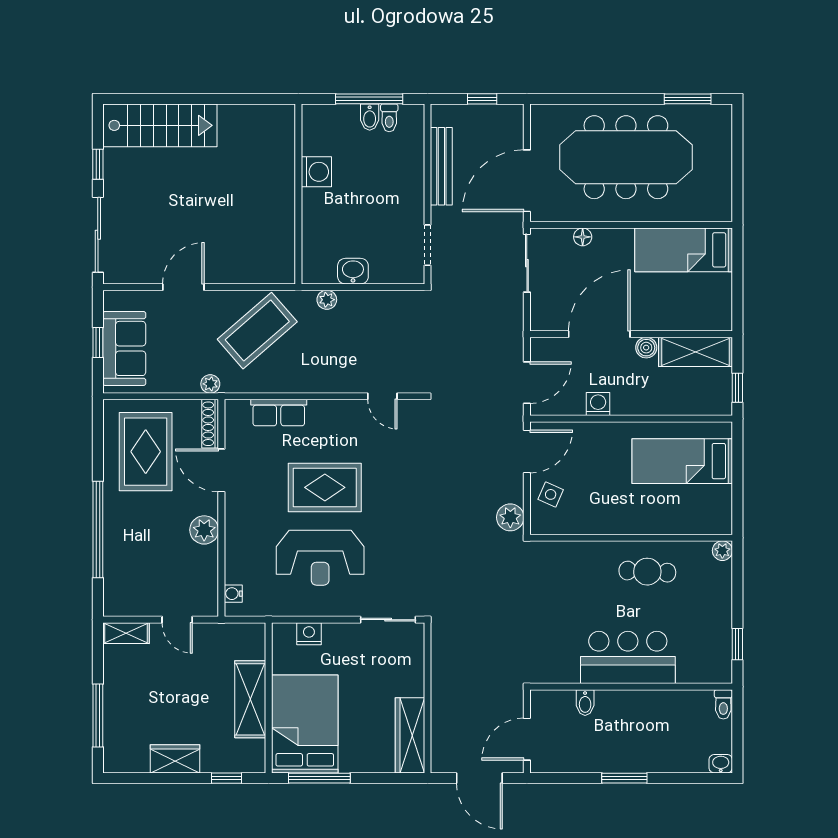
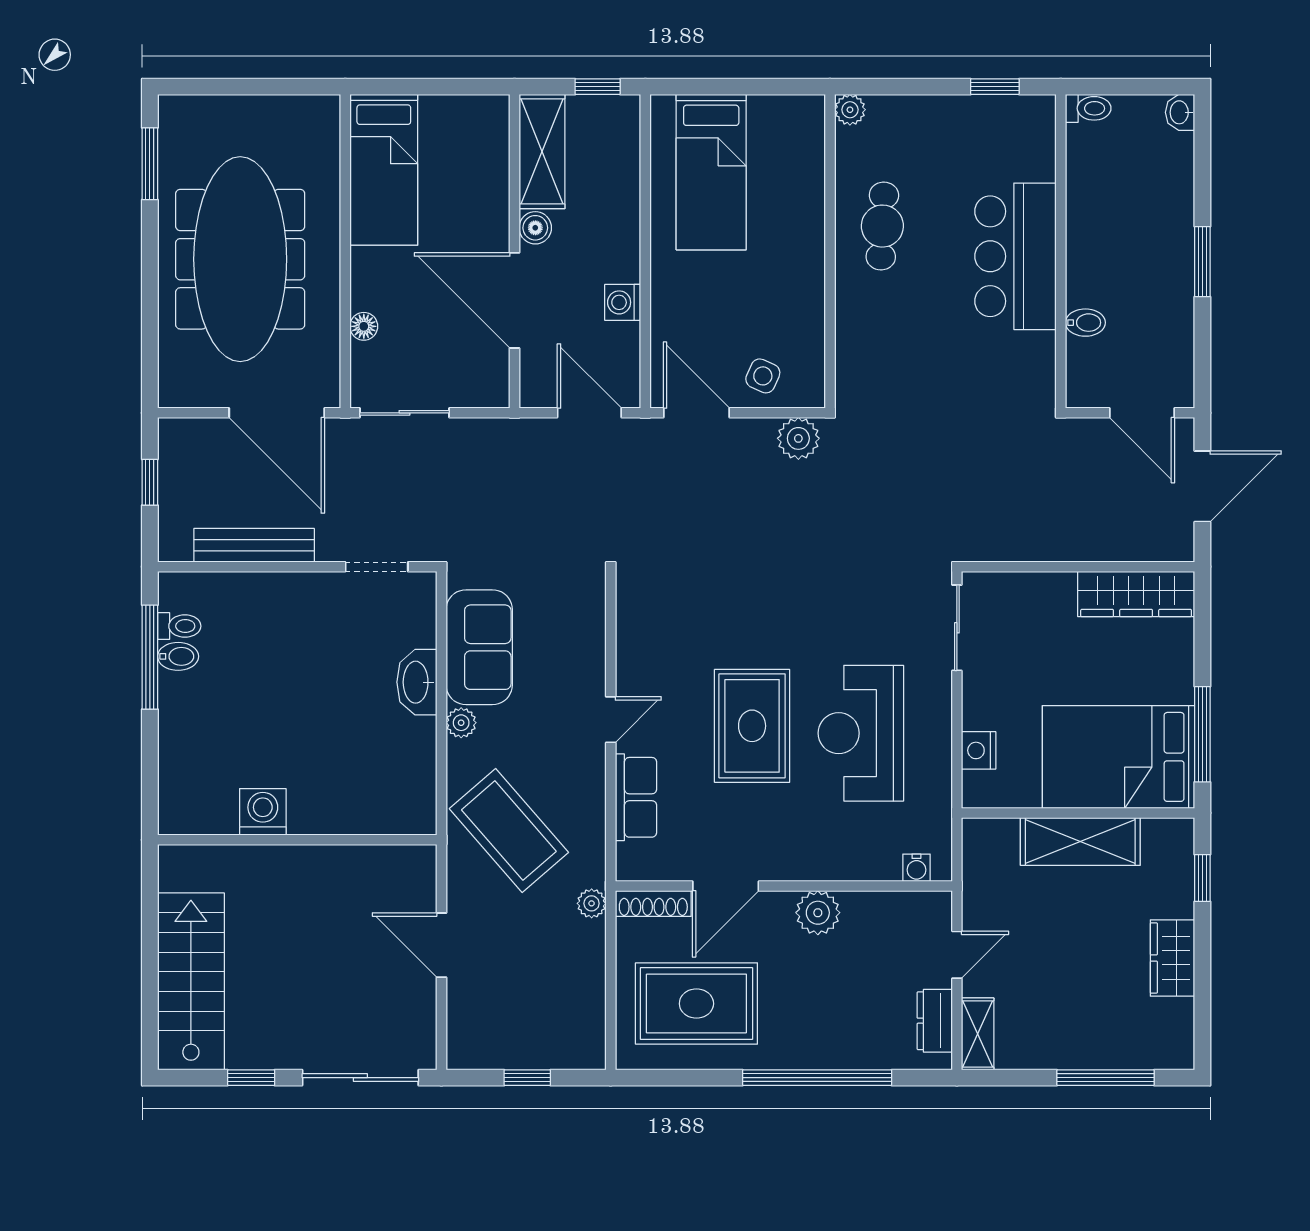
washing machine: (316, 172) -> (263, 812), moved
wall: (298, 194) -> (297, 840), moved
washbasin: (353, 271) -> (417, 682), width x1.38
sofa: (124, 348) -> (479, 647), moved, turned 90
door: (382, 396) -> (611, 720), moved
reception desk: (320, 558) -> (861, 733), turned 180
dresser: (135, 605) -> (935, 1021), added

